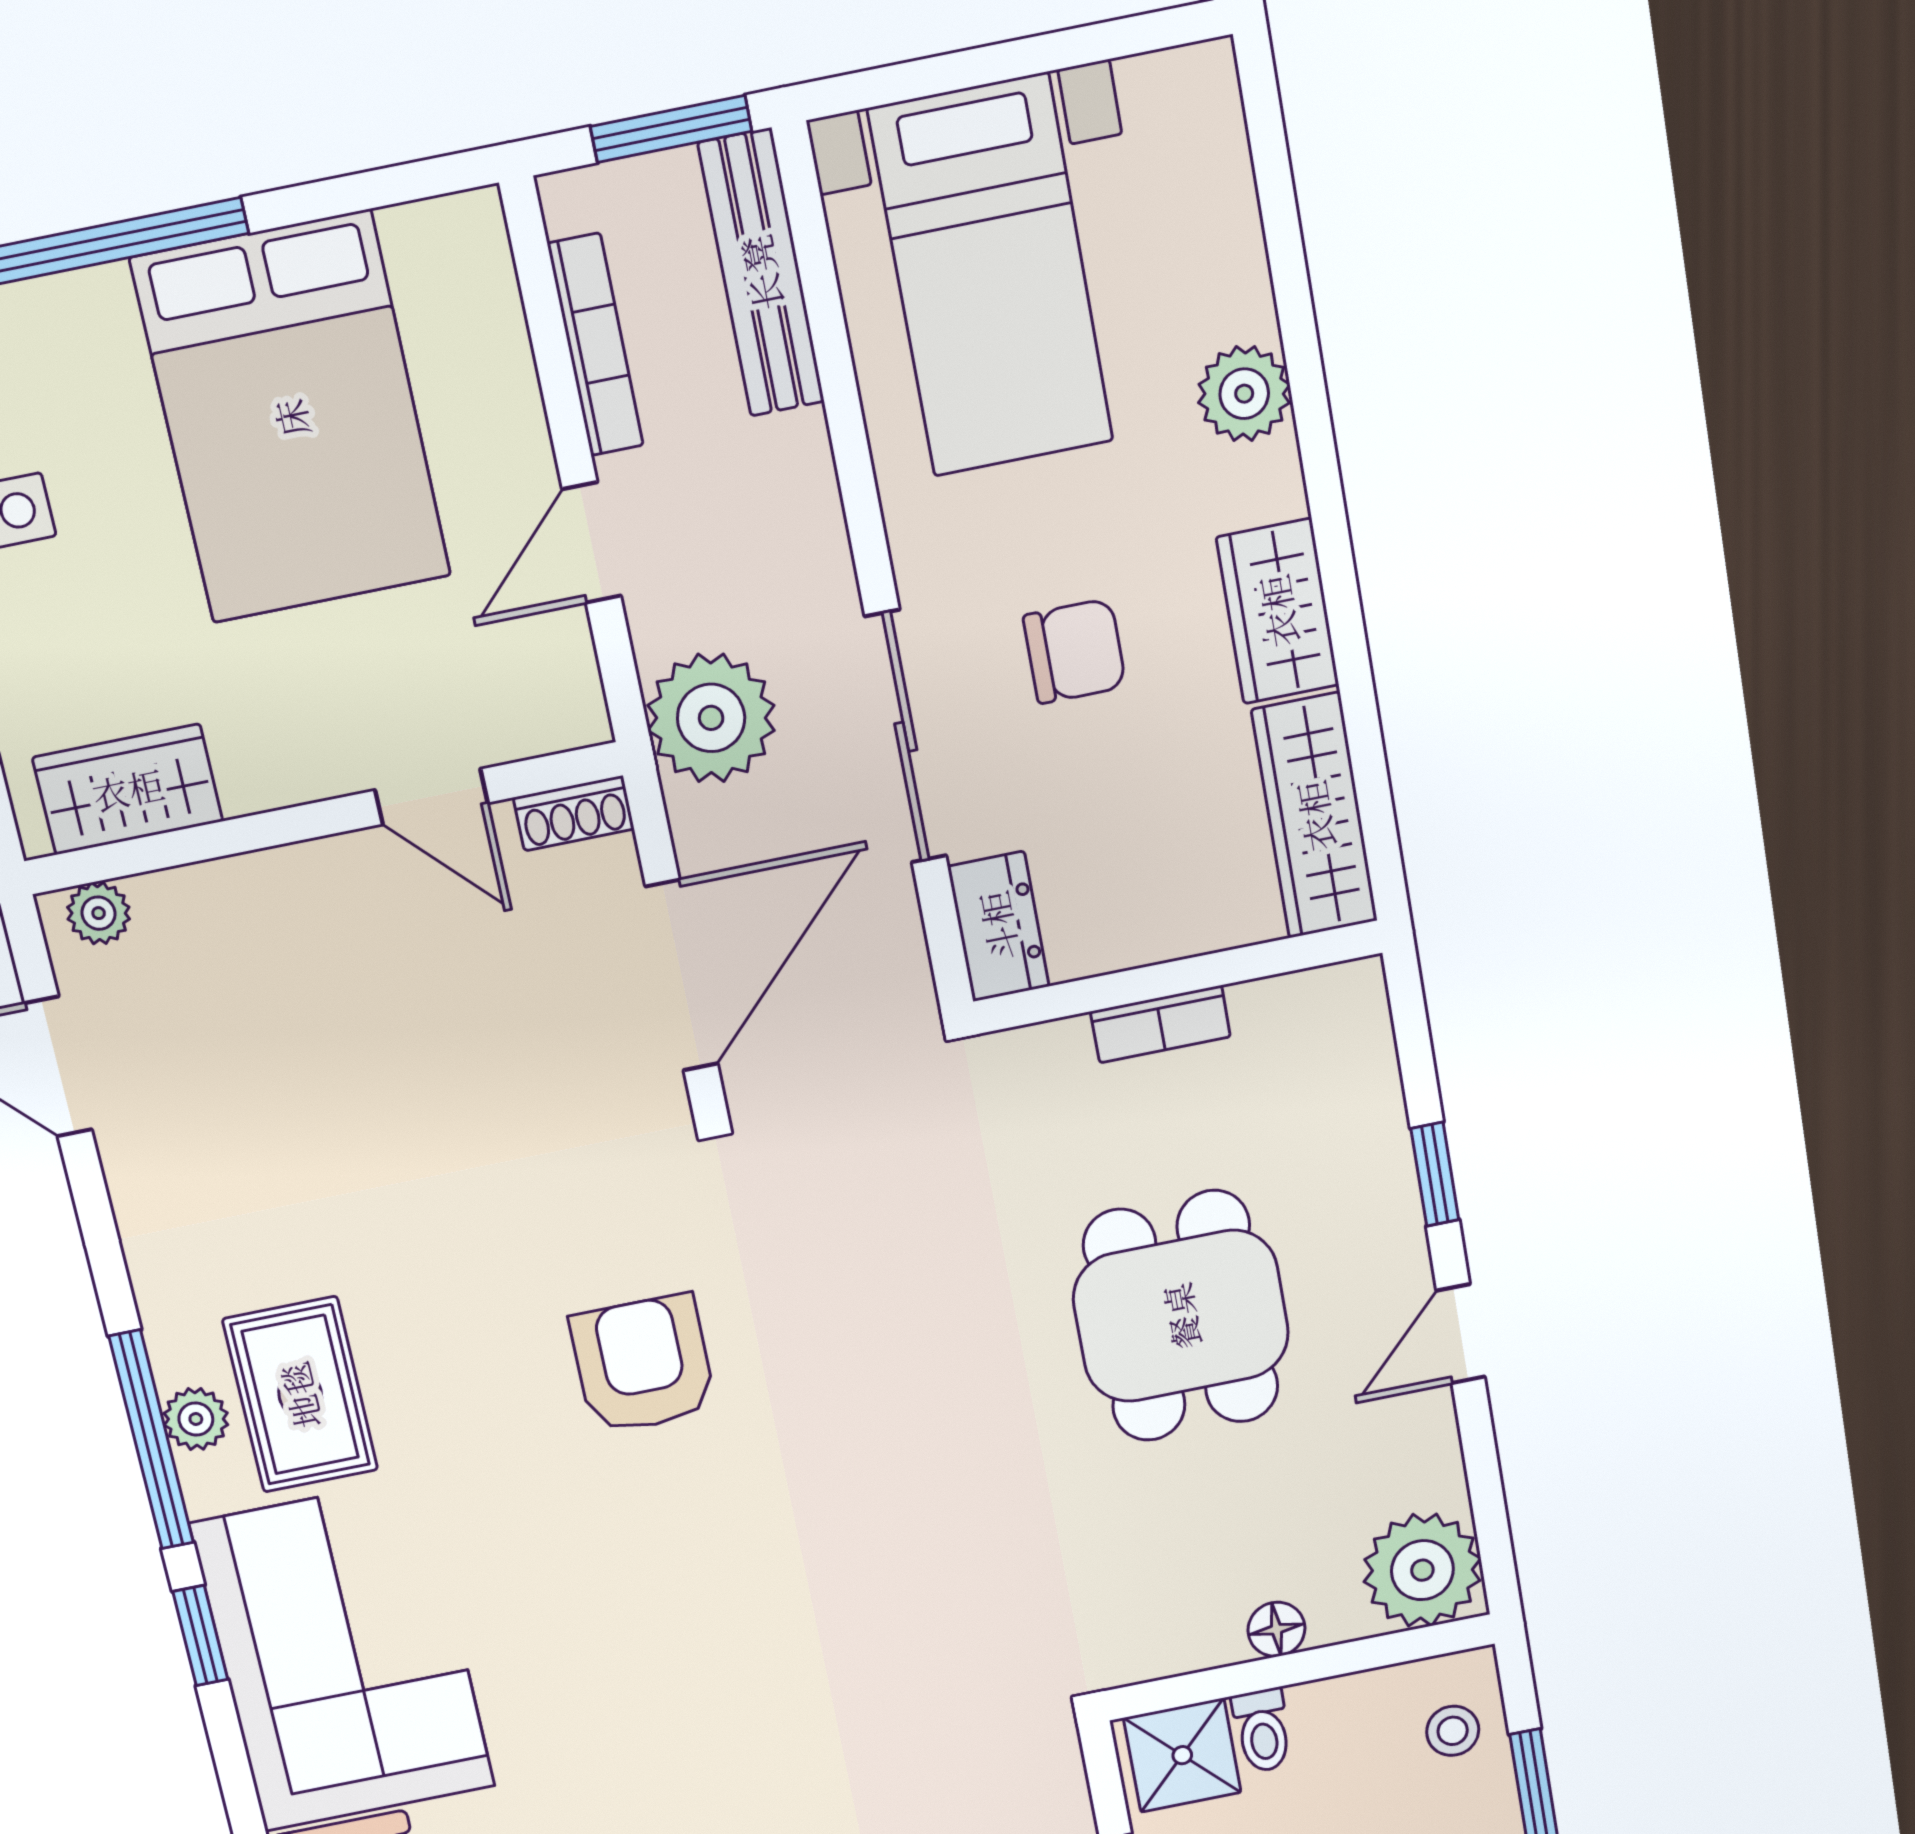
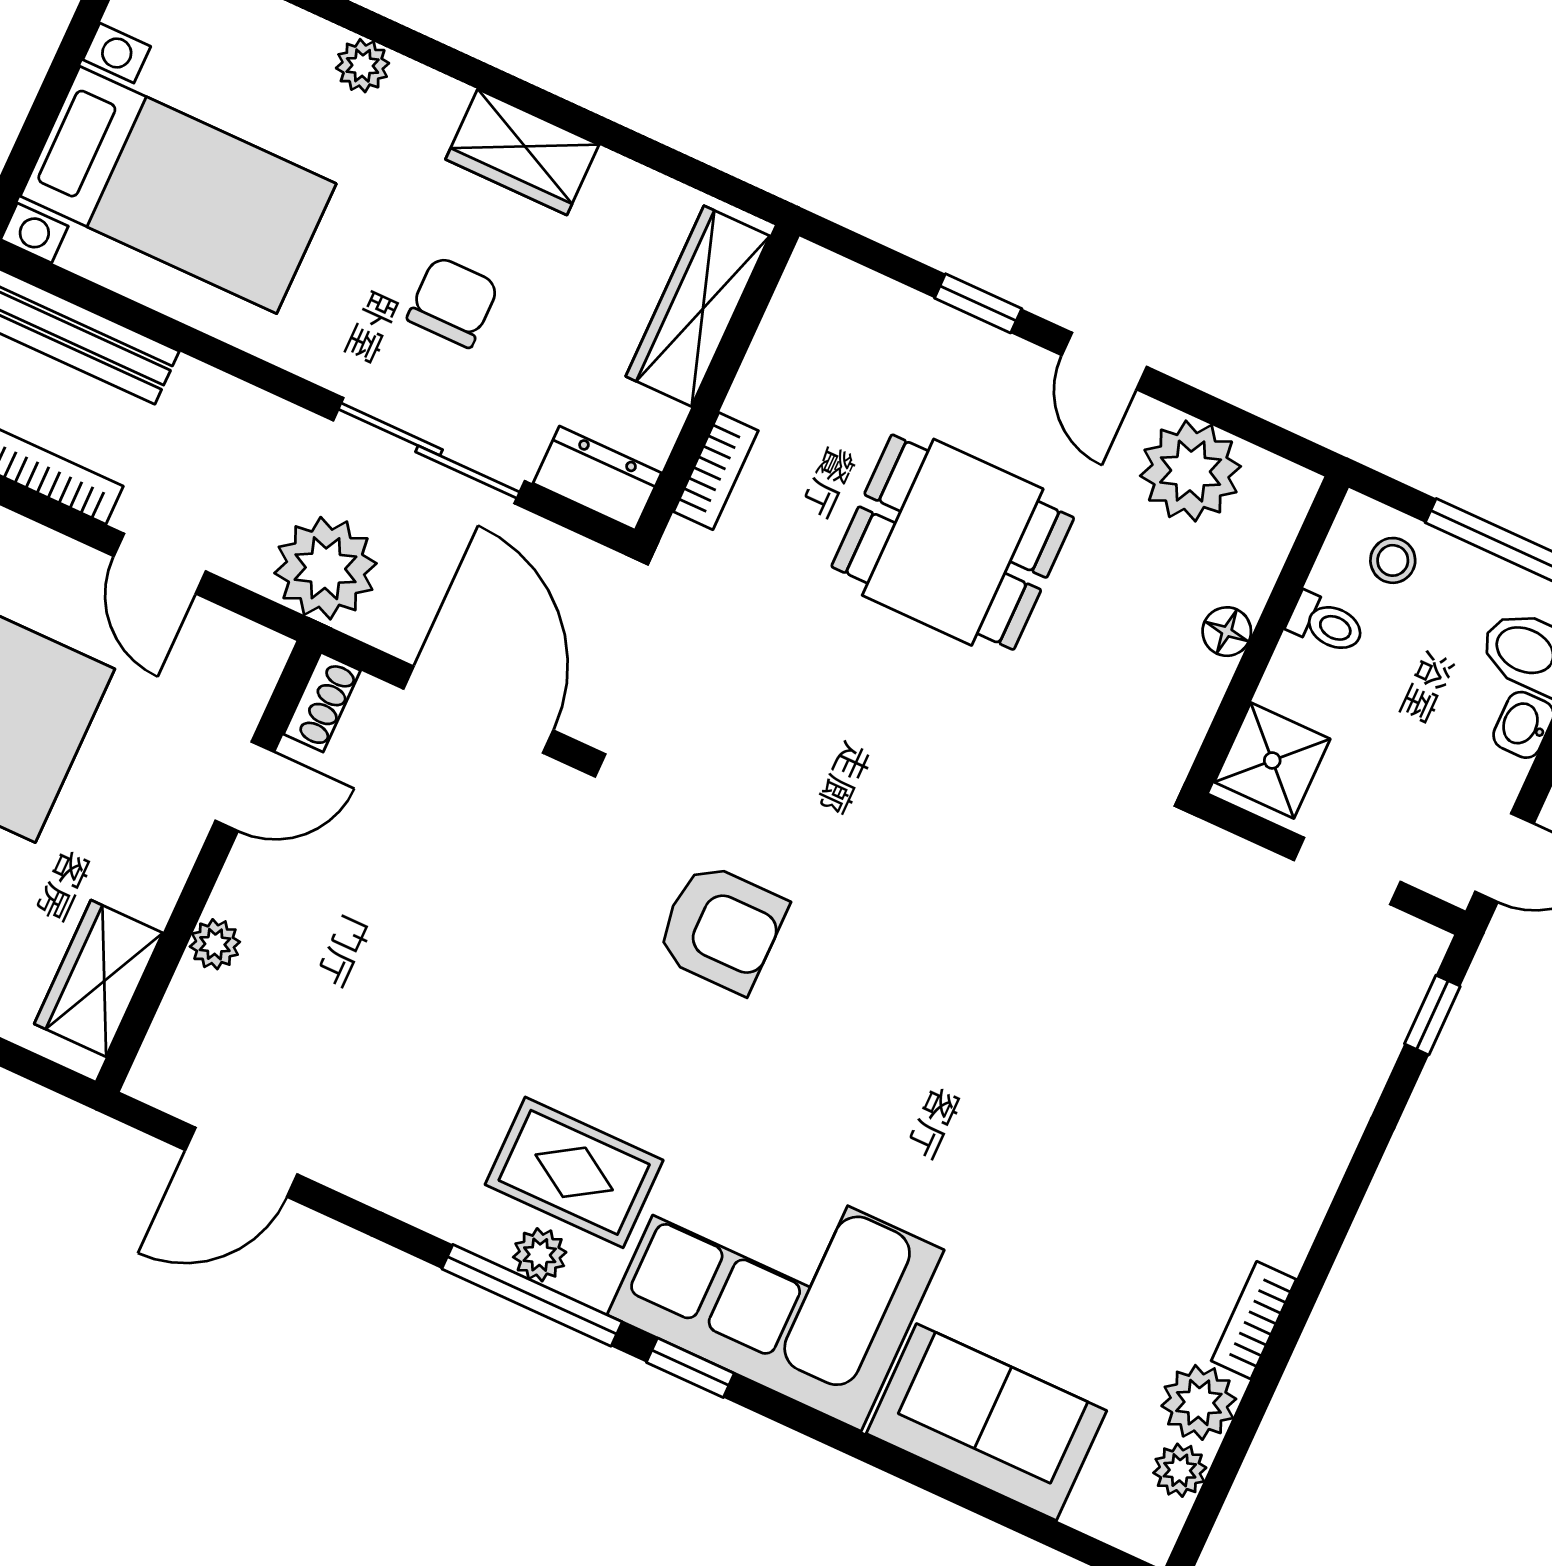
plant: (1244, 394) -> (363, 66), width x0.73, depth x0.73
wardrobe: (1315, 816) -> (698, 306), moved, turned 90
plant: (99, 913) -> (215, 944), moved
bookcase: (1160, 1024) -> (716, 471), moved
armchair: (643, 1364) -> (721, 928), turned 180
plant: (1422, 1570) -> (1191, 471), moved
toilet: (1262, 1730) -> (1326, 624), moved

